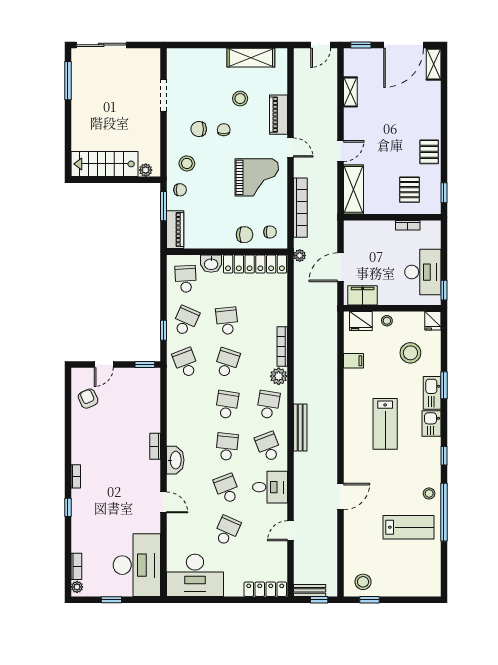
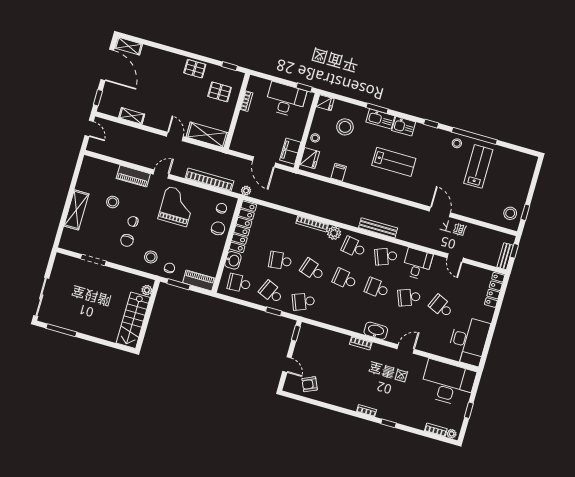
shelving: (251, 58) -> (76, 210), moved

